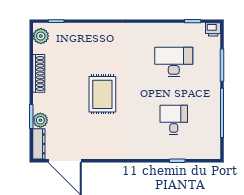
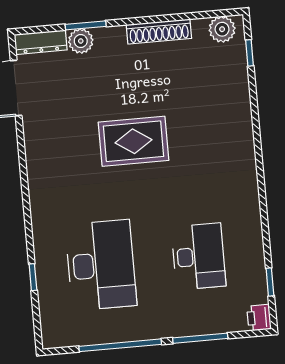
desk: (174, 120) -> (101, 265), width x1.87, depth x1.30

